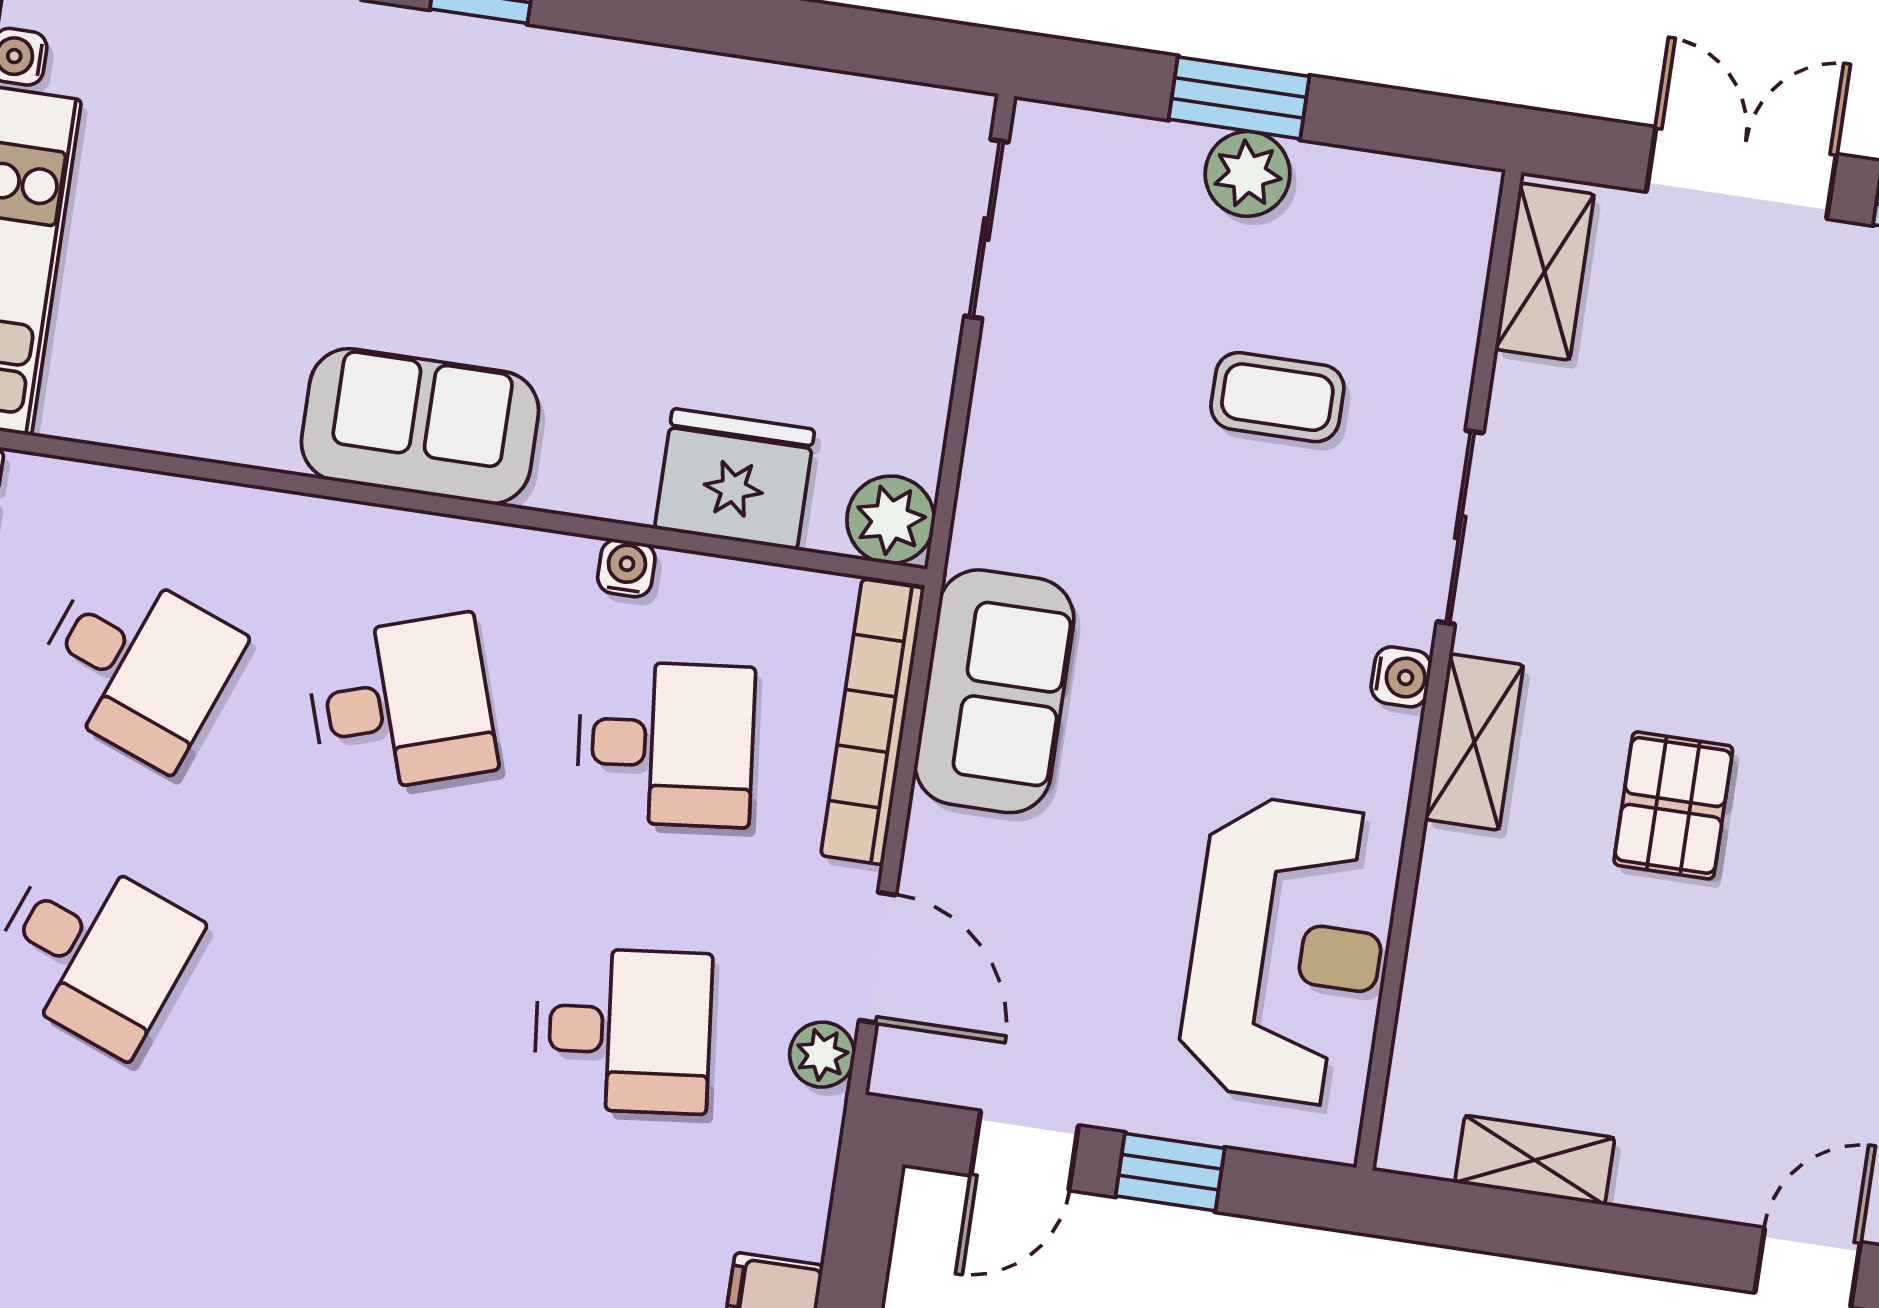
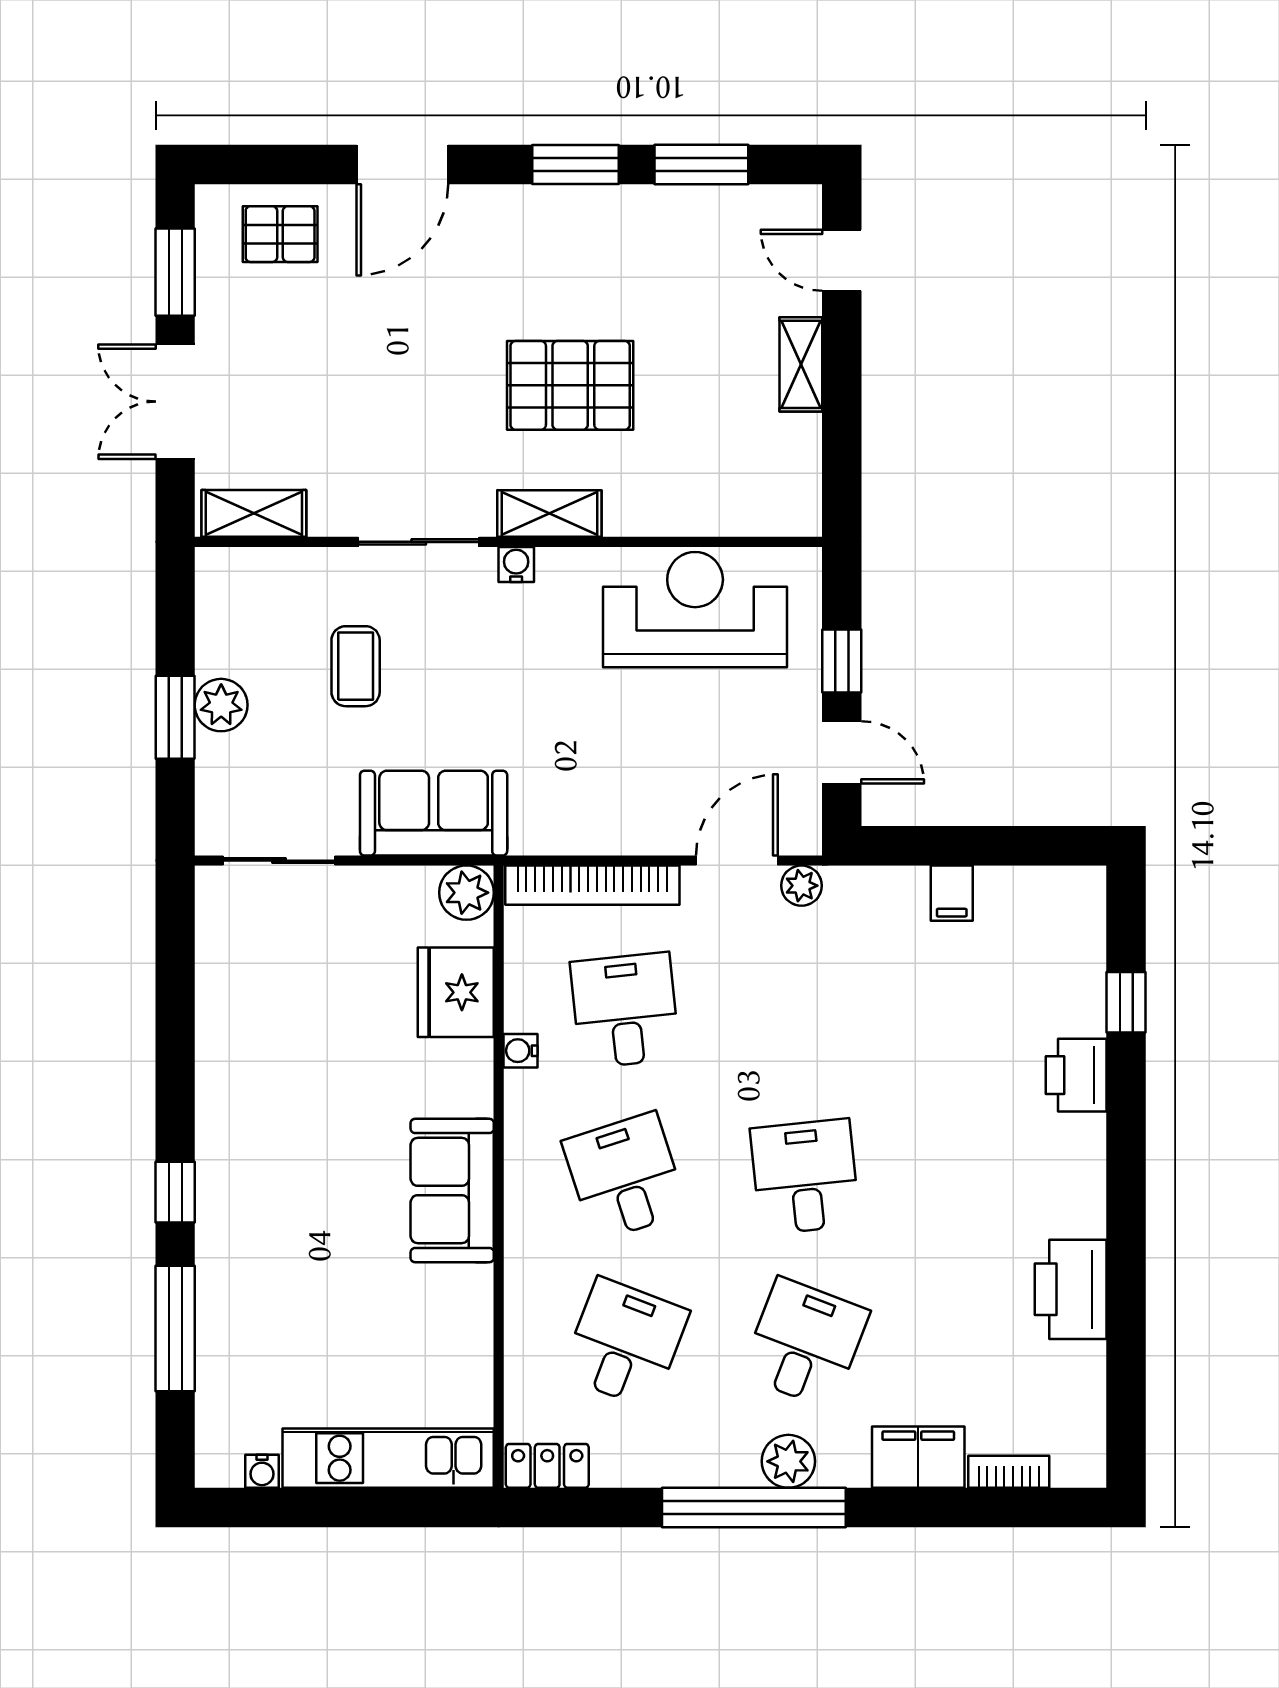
sofa: (994, 691) -> (434, 813), moved
pallet: (1673, 805) -> (570, 385), width x1.50, depth x1.42
desk: (623, 1031) -> (805, 1177), moved
shelving: (1535, 1160) -> (801, 364), moved

